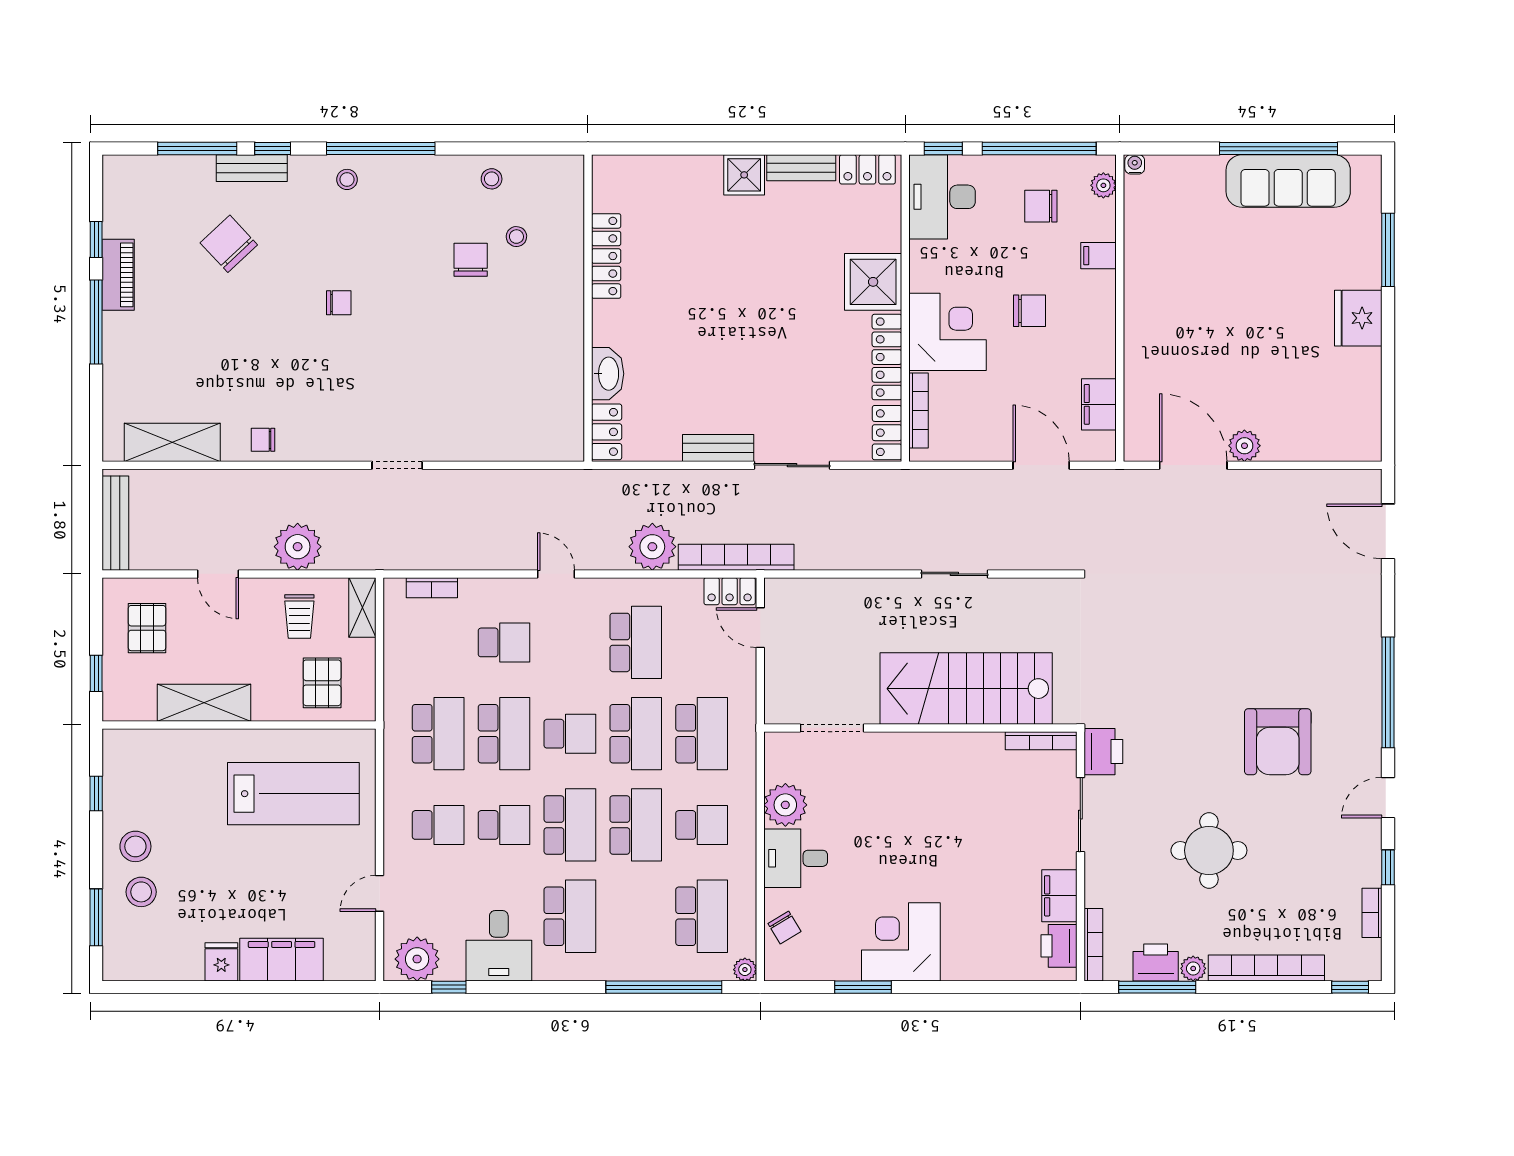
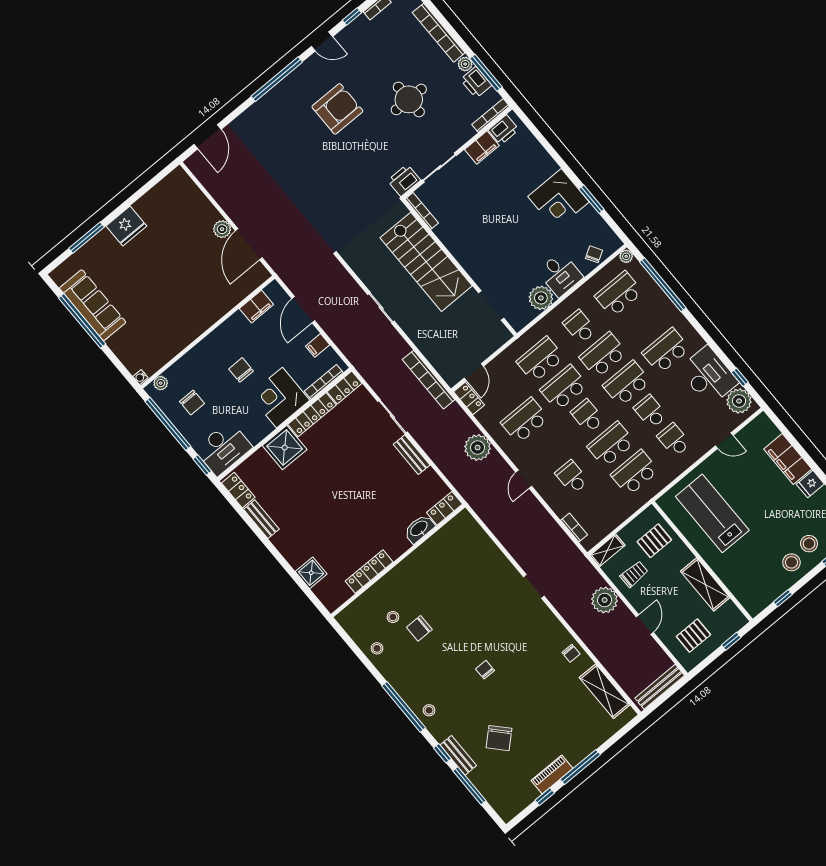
shower: (744, 175) -> (311, 573), moved
filing cabinet: (1099, 256) -> (318, 345), moved, turned 90
bookcase: (736, 557) -> (429, 380), moved
desk: (499, 946) -> (708, 376), width x1.37

